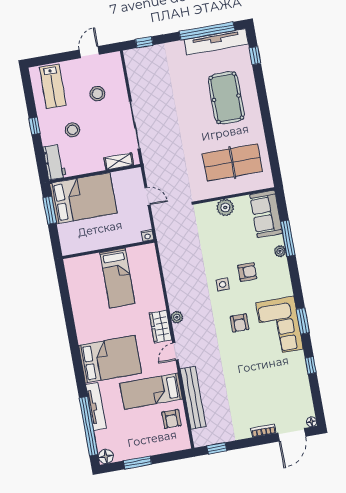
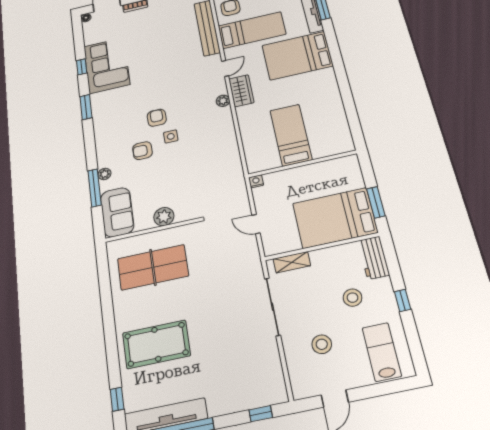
pool table: (226, 98) -> (156, 344), turned 90
armchair: (240, 323) -> (157, 118), moved
corner sofa: (280, 326) -> (107, 65), moved

